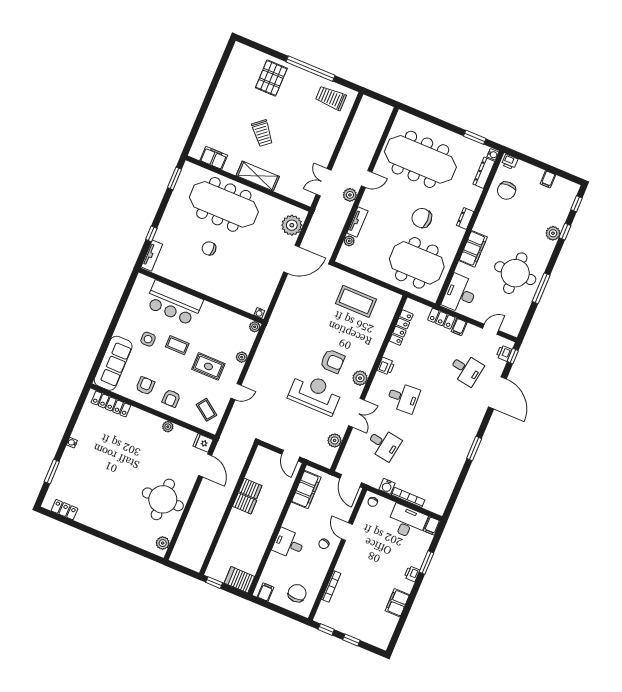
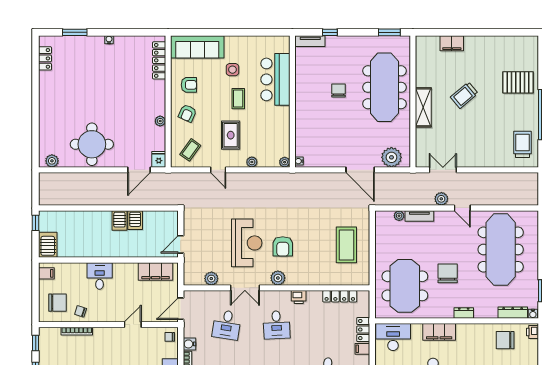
filing cabinet: (214, 158) -> (452, 43), moved, turned 90
armchair: (171, 398) -> (187, 113), turned -66
chair: (324, 544) -> (81, 311), moved

